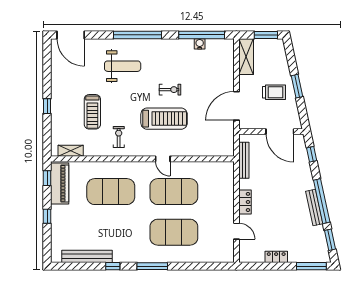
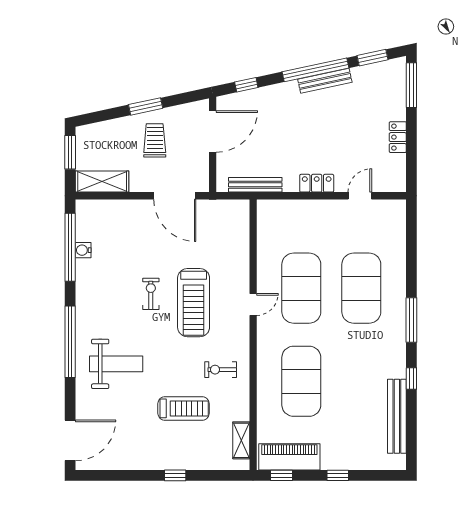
weight bench: (123, 66) -> (116, 364), turned 90
treadmill: (164, 119) -> (194, 303), turned 180

